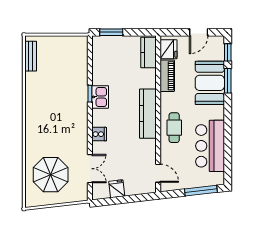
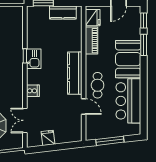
kitchen counter: (148, 53) -> (63, 12), moved, turned -90
booth: (210, 83) -> (128, 59), moved
double door: (90, 169) -> (25, 120), swing flipped
door: (158, 173) -> (84, 106), moved
window: (201, 191) -> (110, 141), moved

